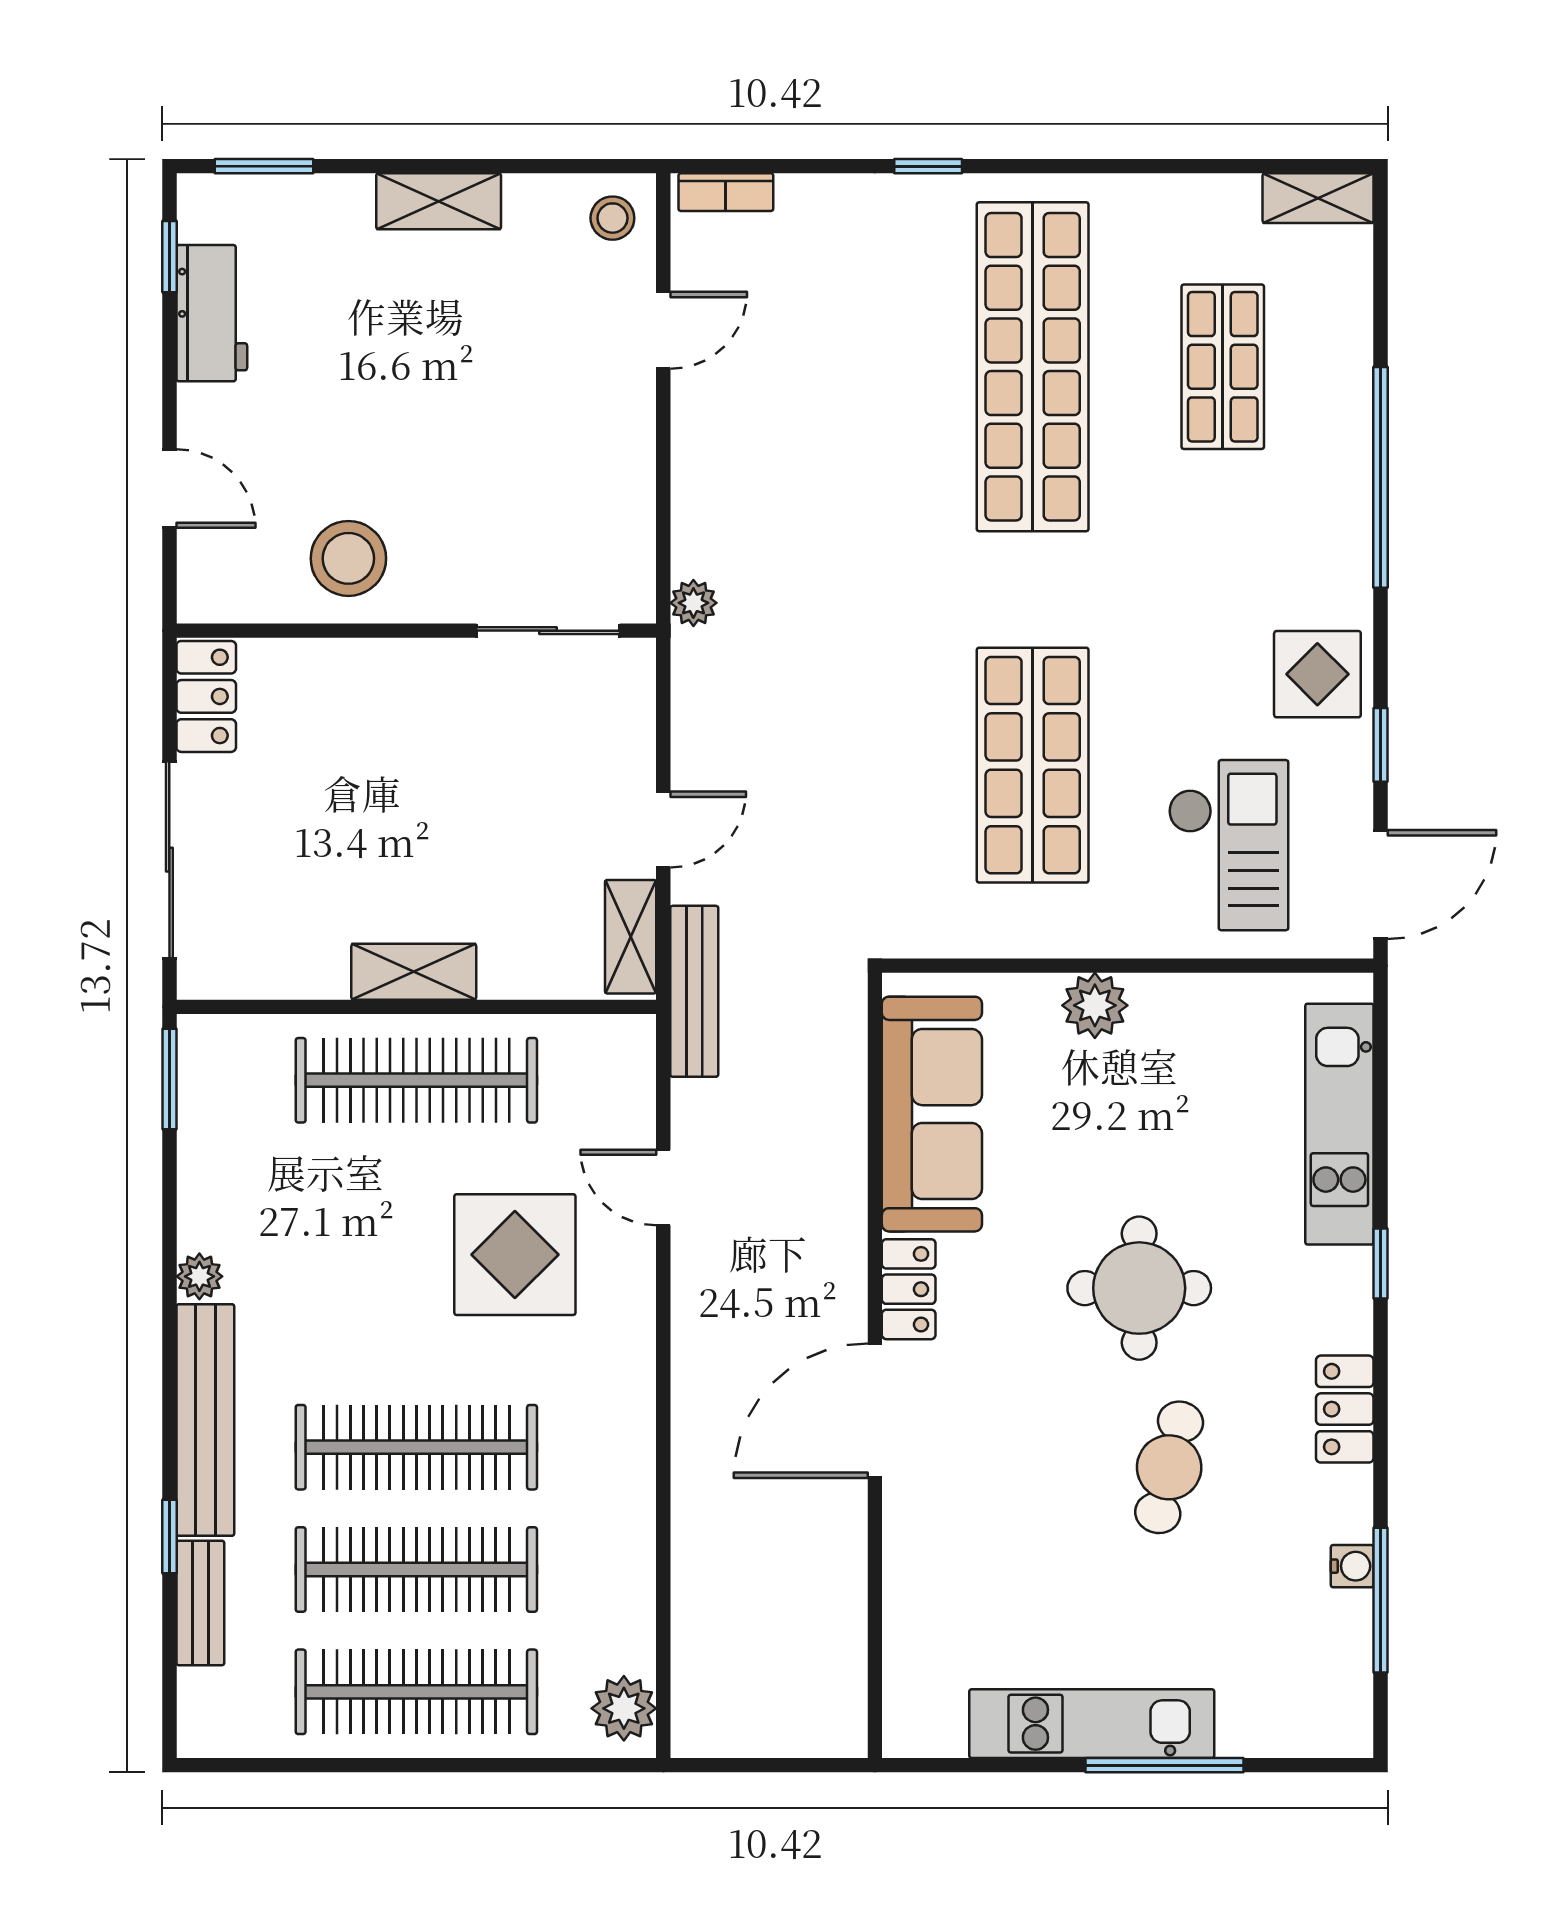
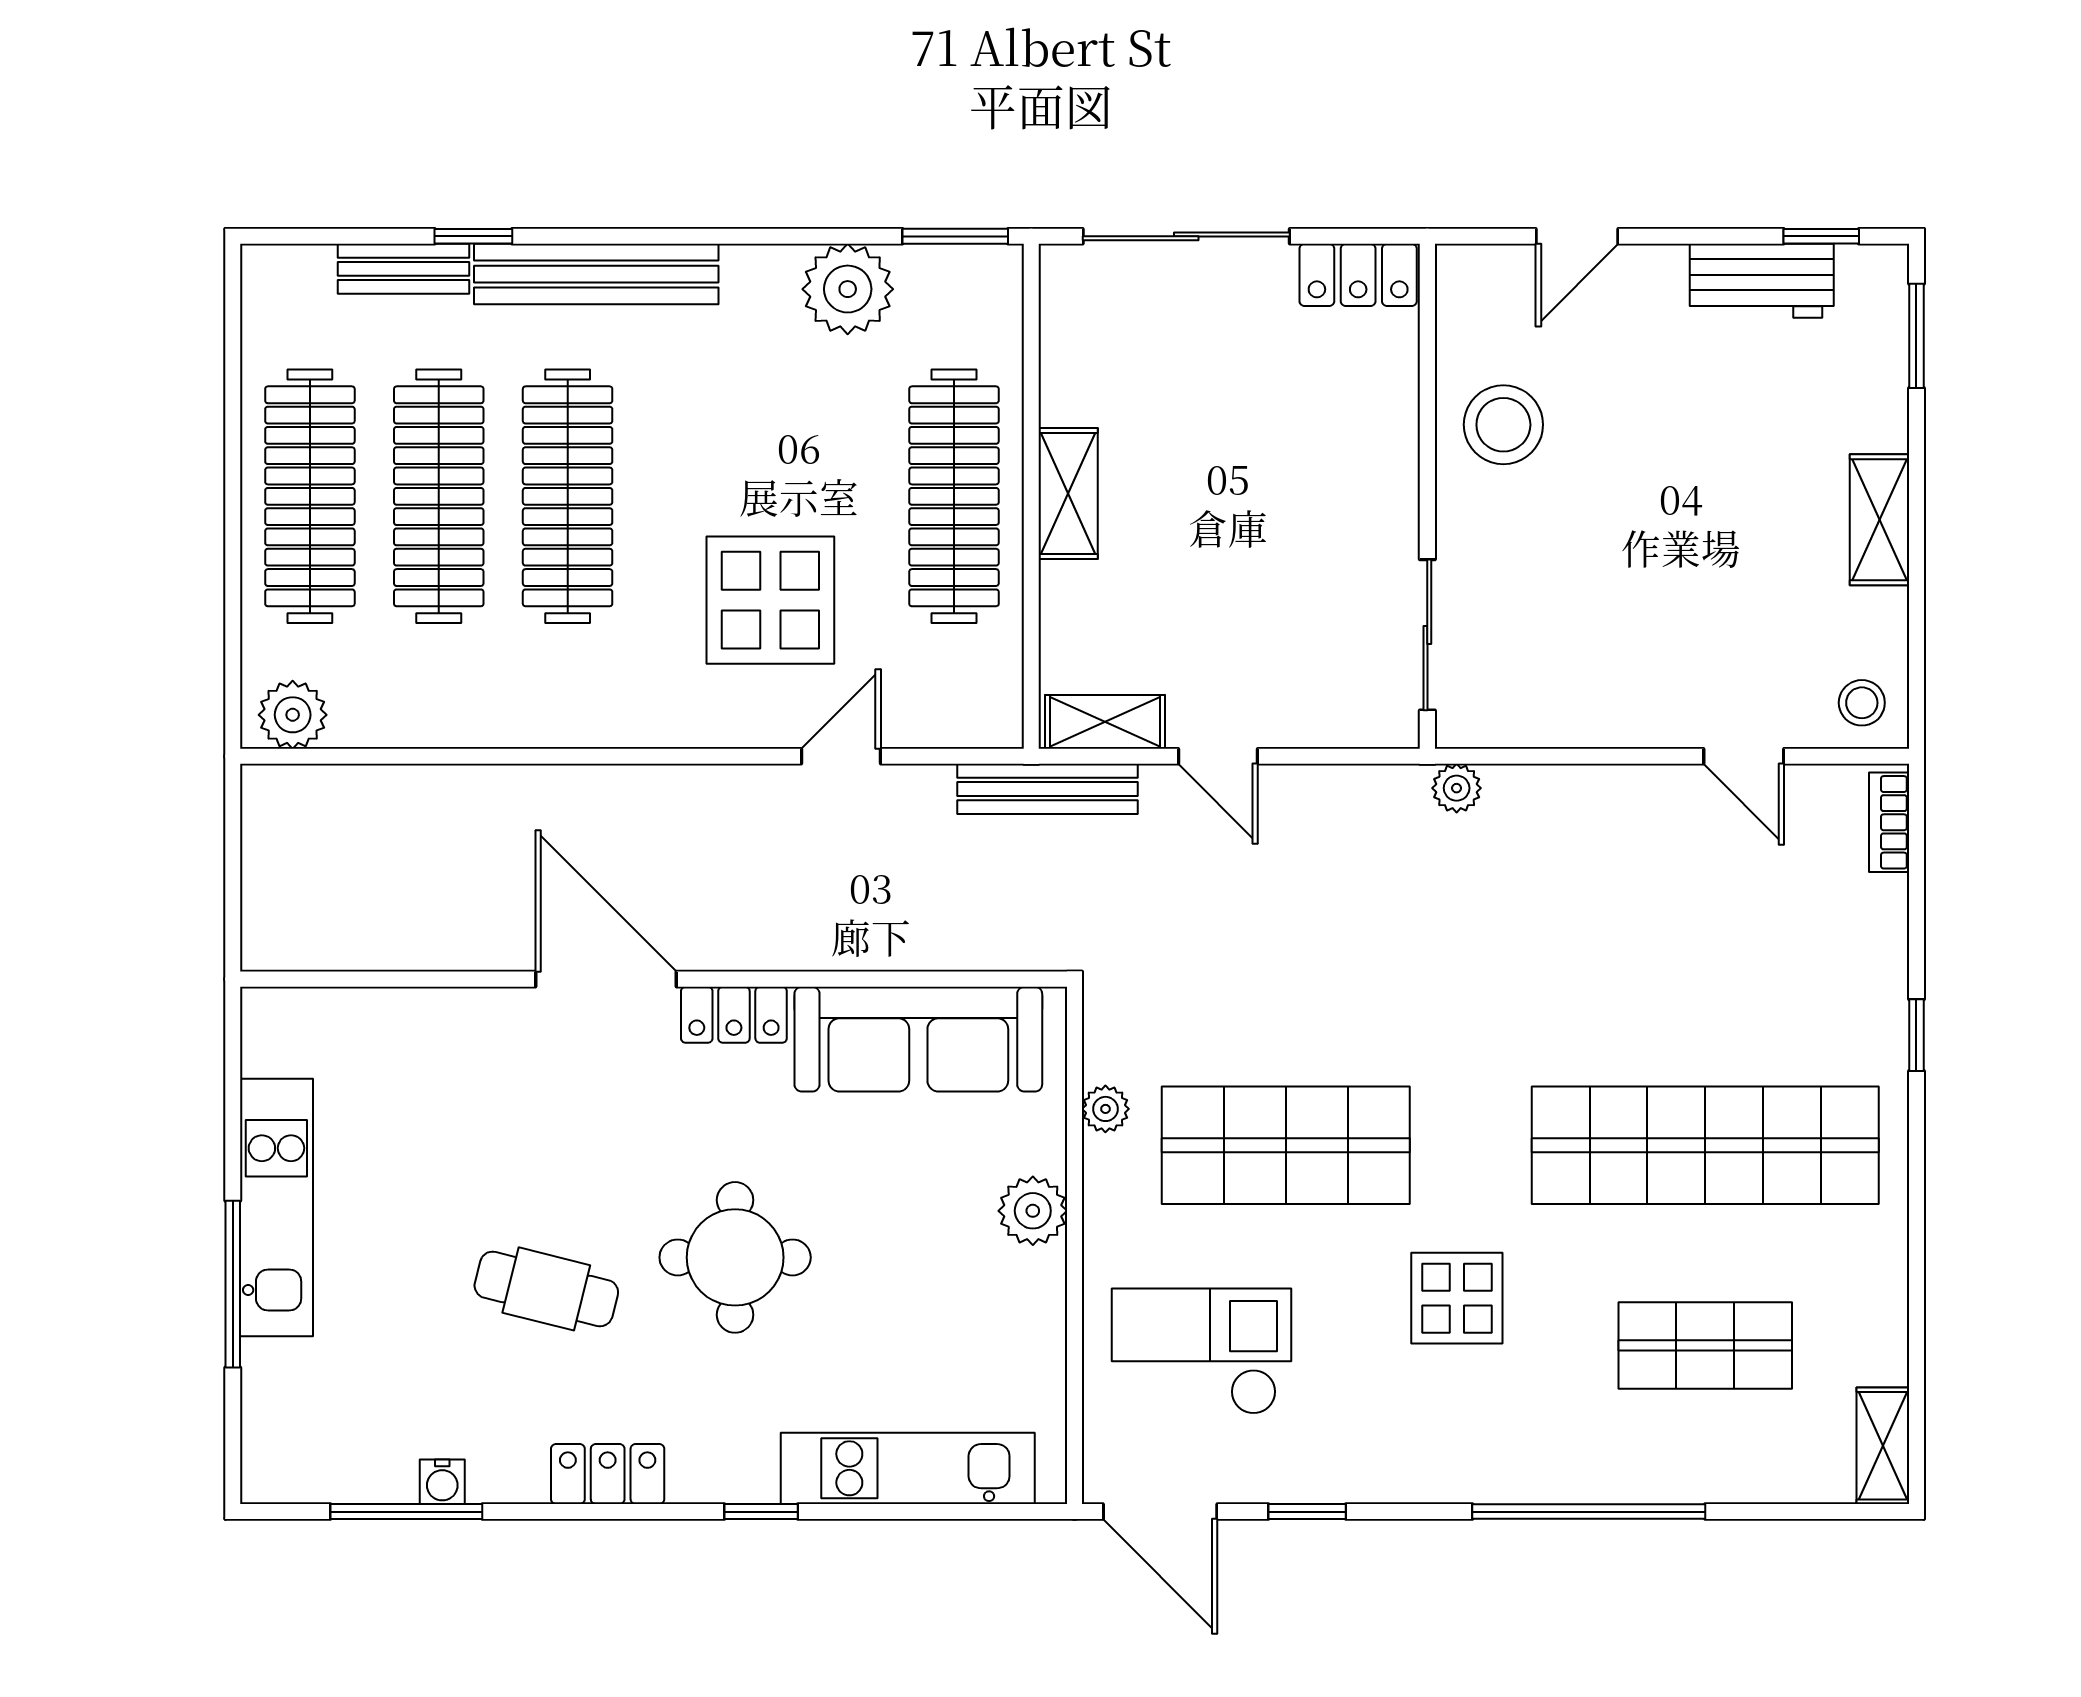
display table: (1317, 674) -> (1457, 1298), moved
checkout: (1228, 845) -> (1202, 1351), turned 180
plant: (998, 936) -> (1105, 1109), added
plant: (199, 1276) -> (848, 289), moved, width x1.88, depth x1.88

